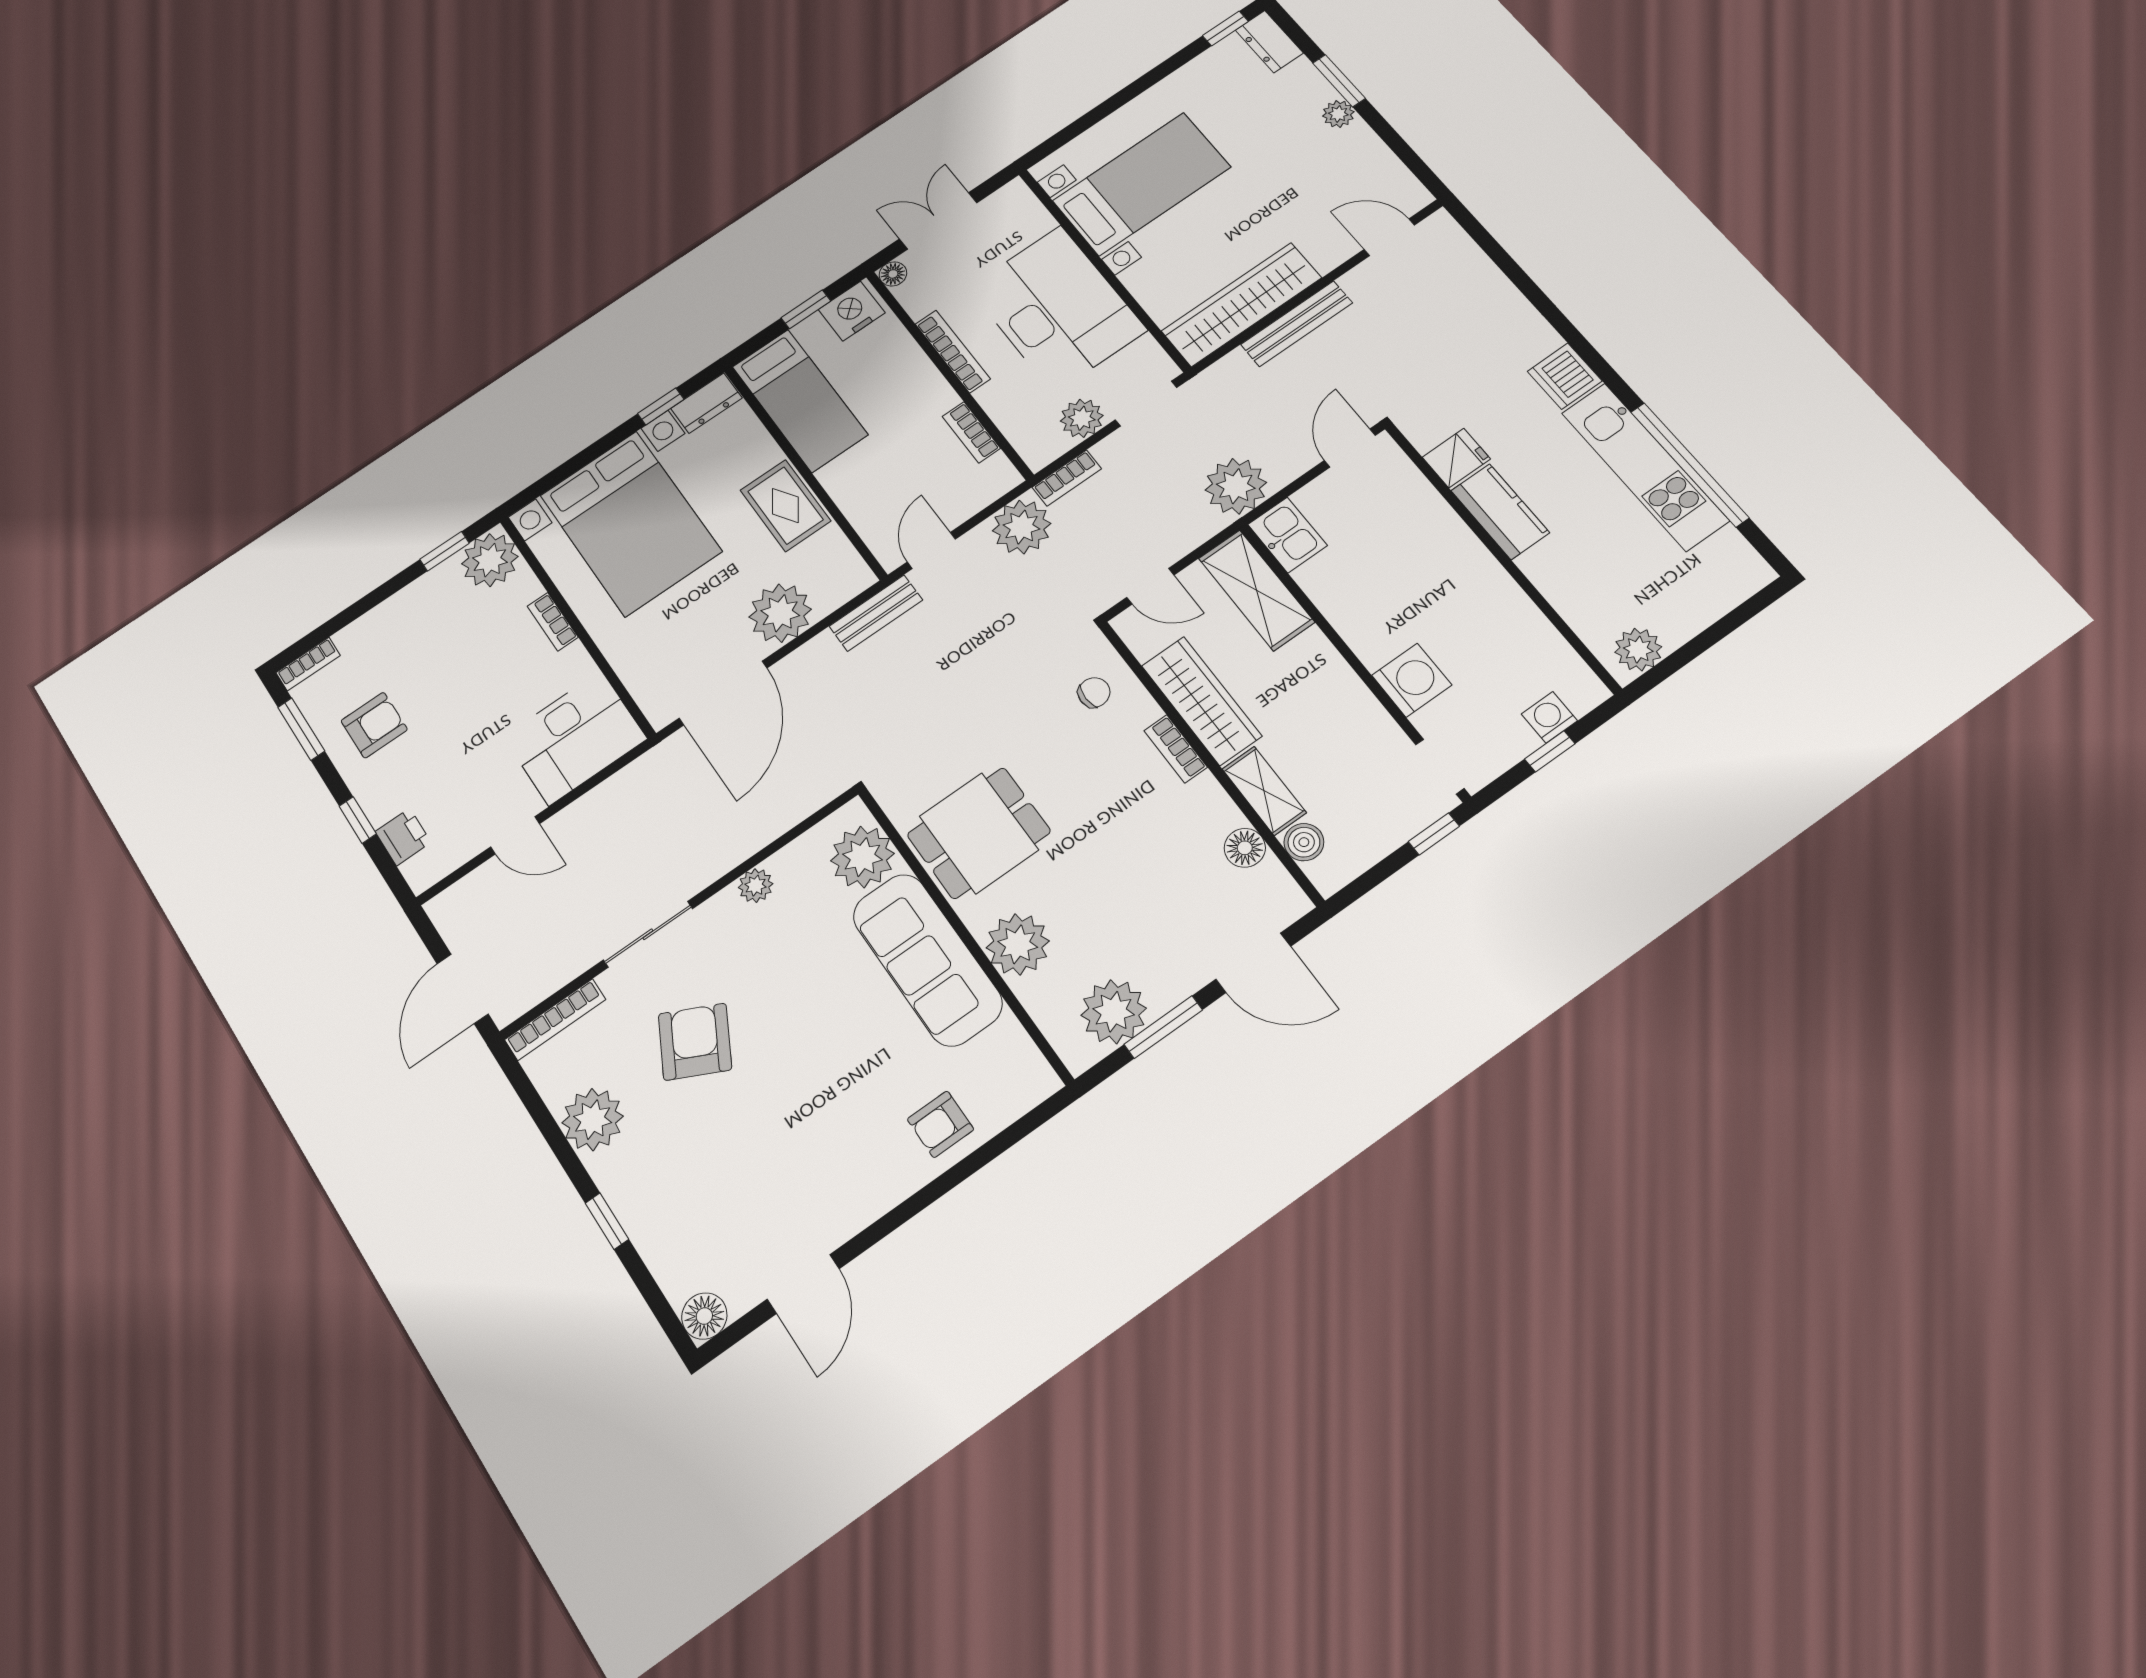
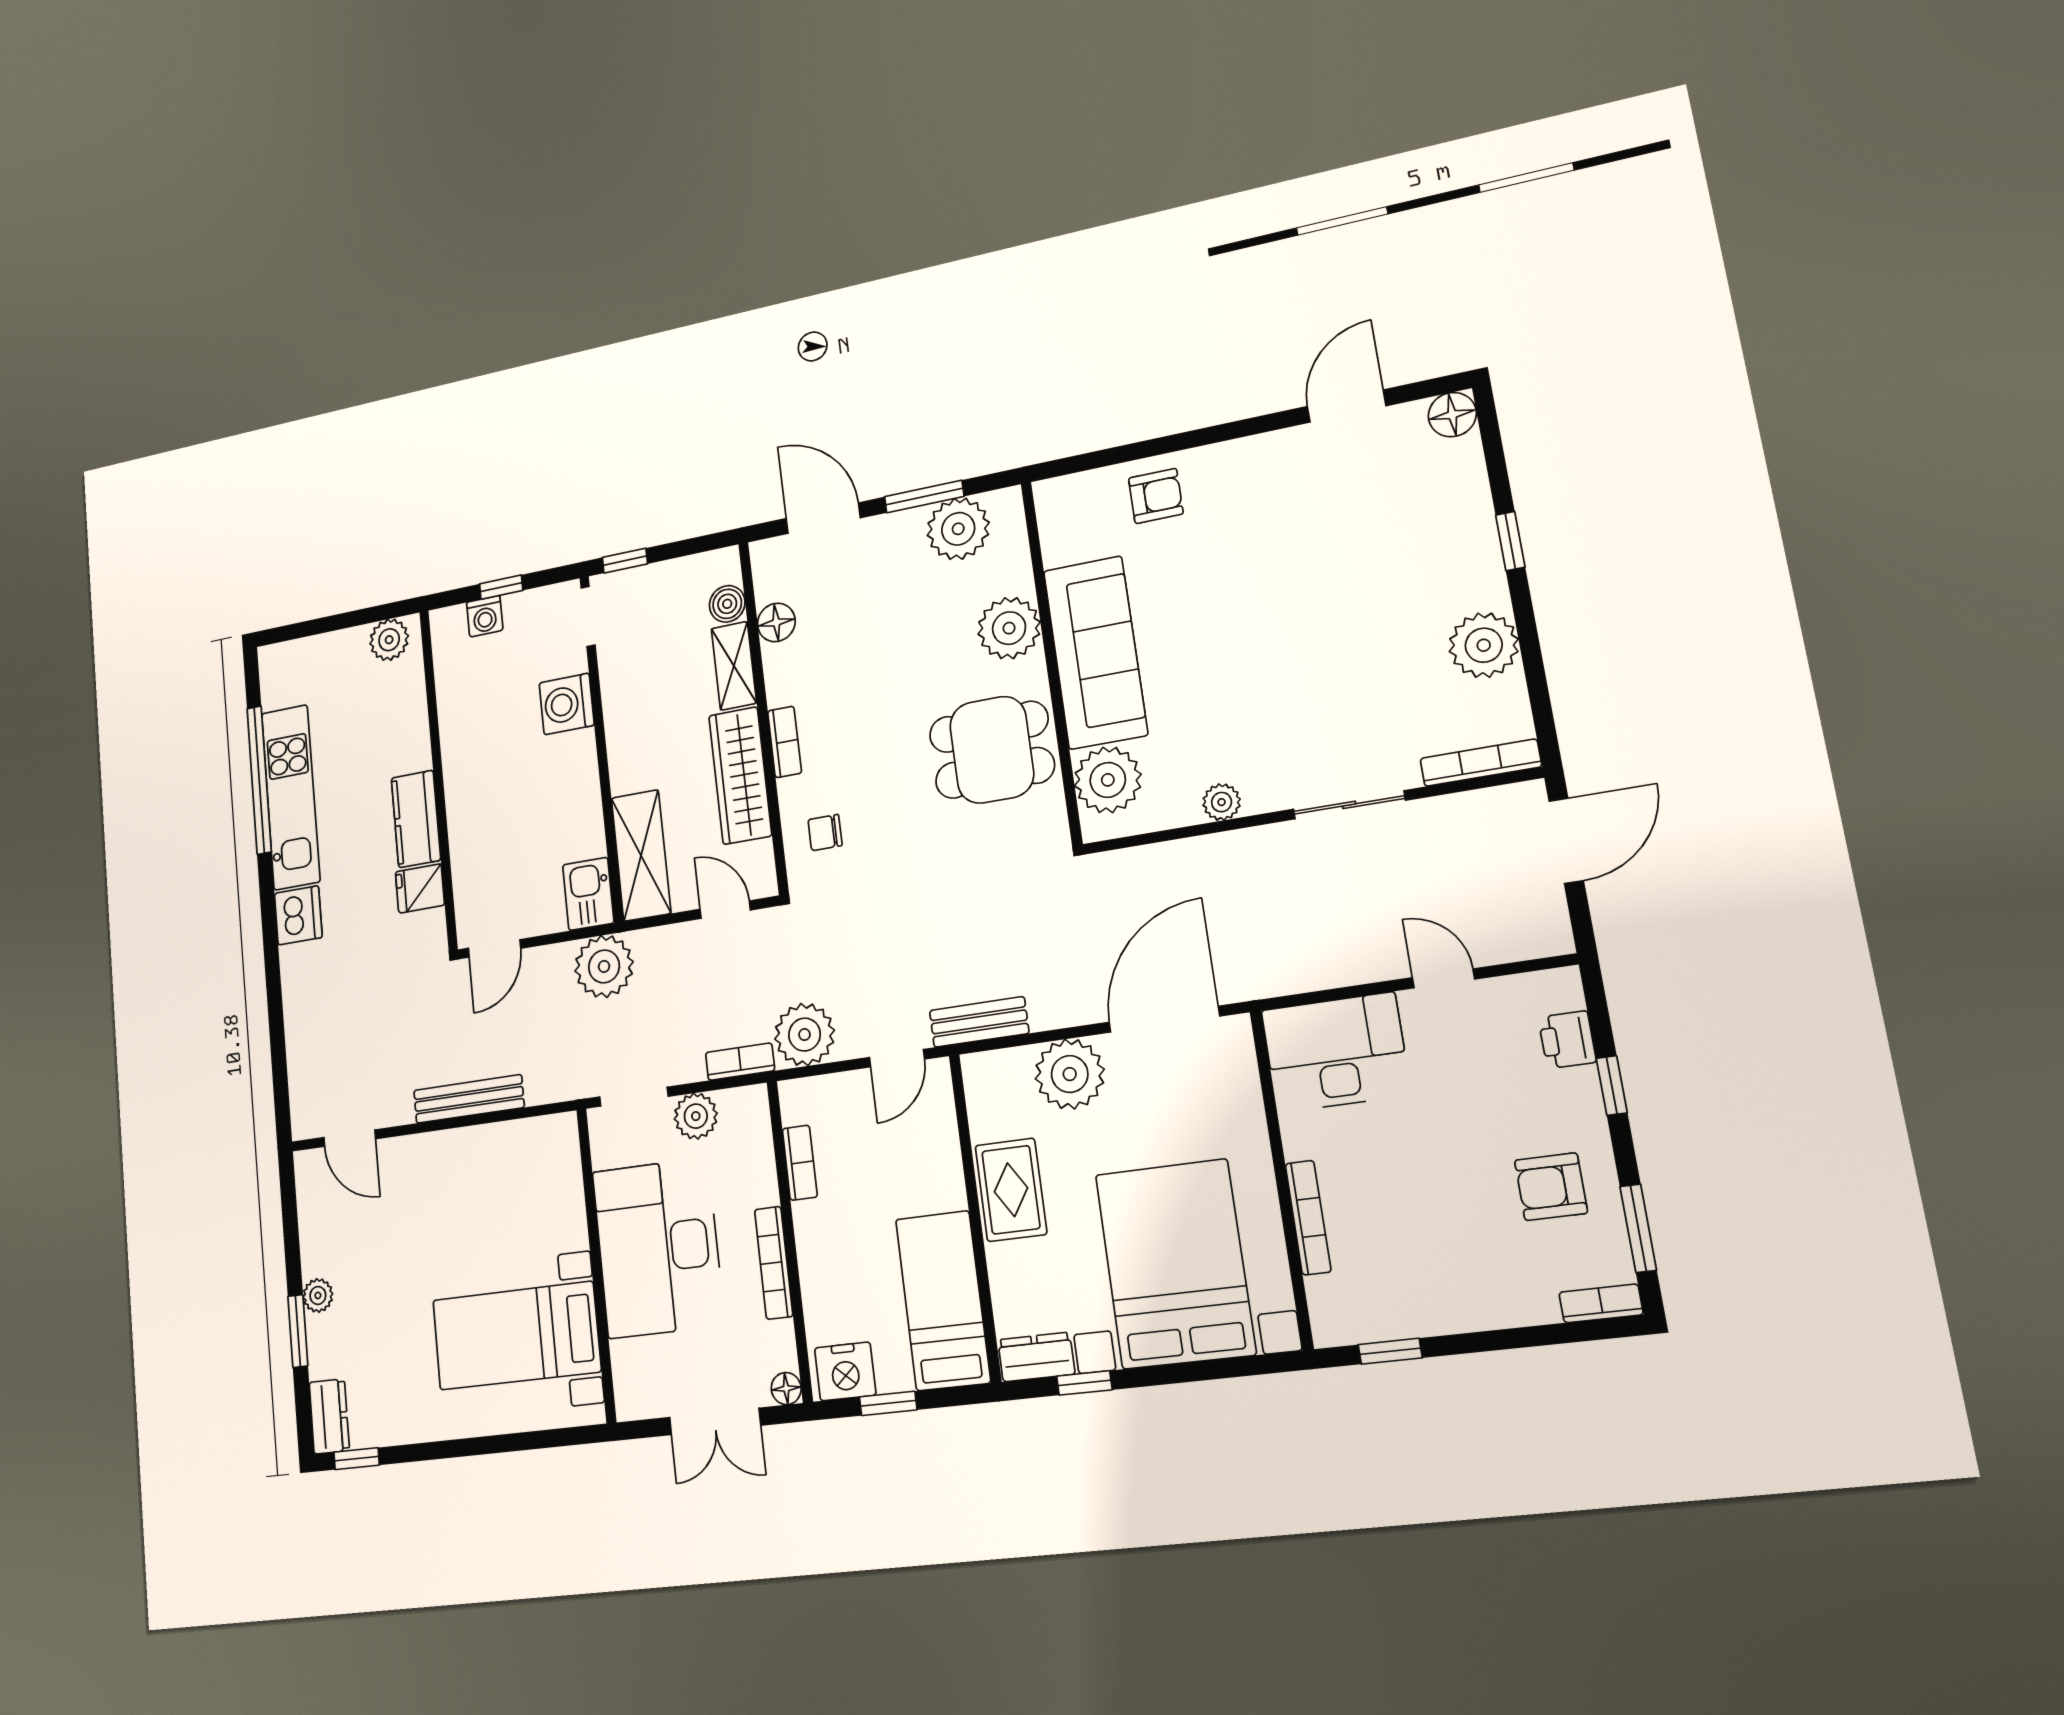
wardrobe: (1241, 304) -> (502, 1148), removed
plant: (490, 560) -> (1344, 1310), removed
bookcase: (553, 622) -> (1308, 1218), width x1.56
armchair: (695, 1042) -> (1349, 675), removed

